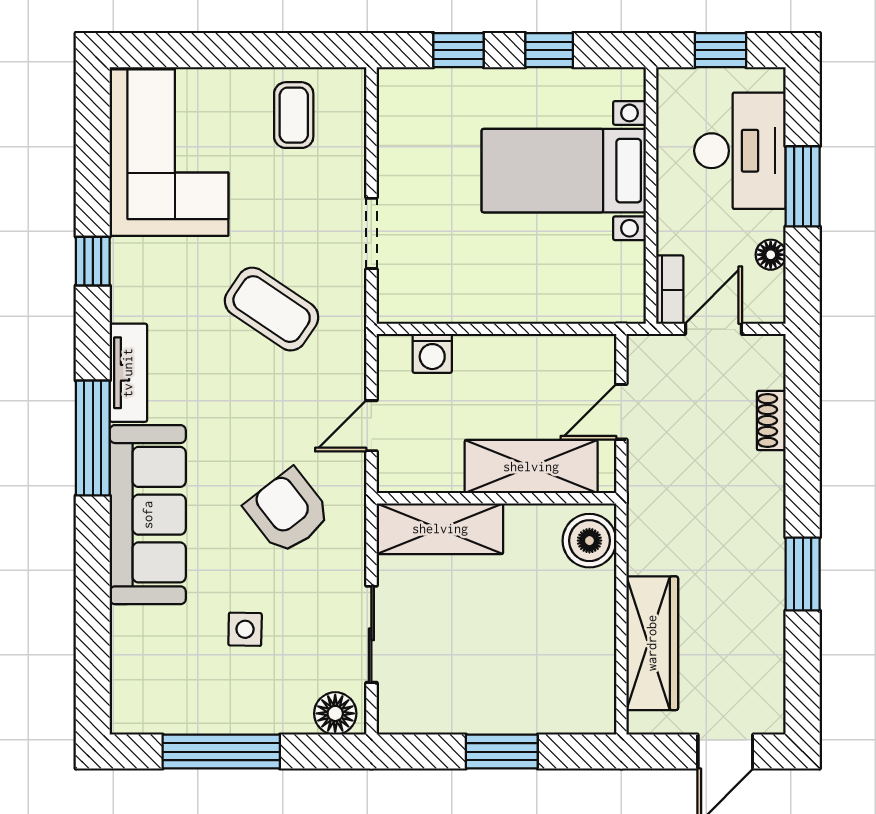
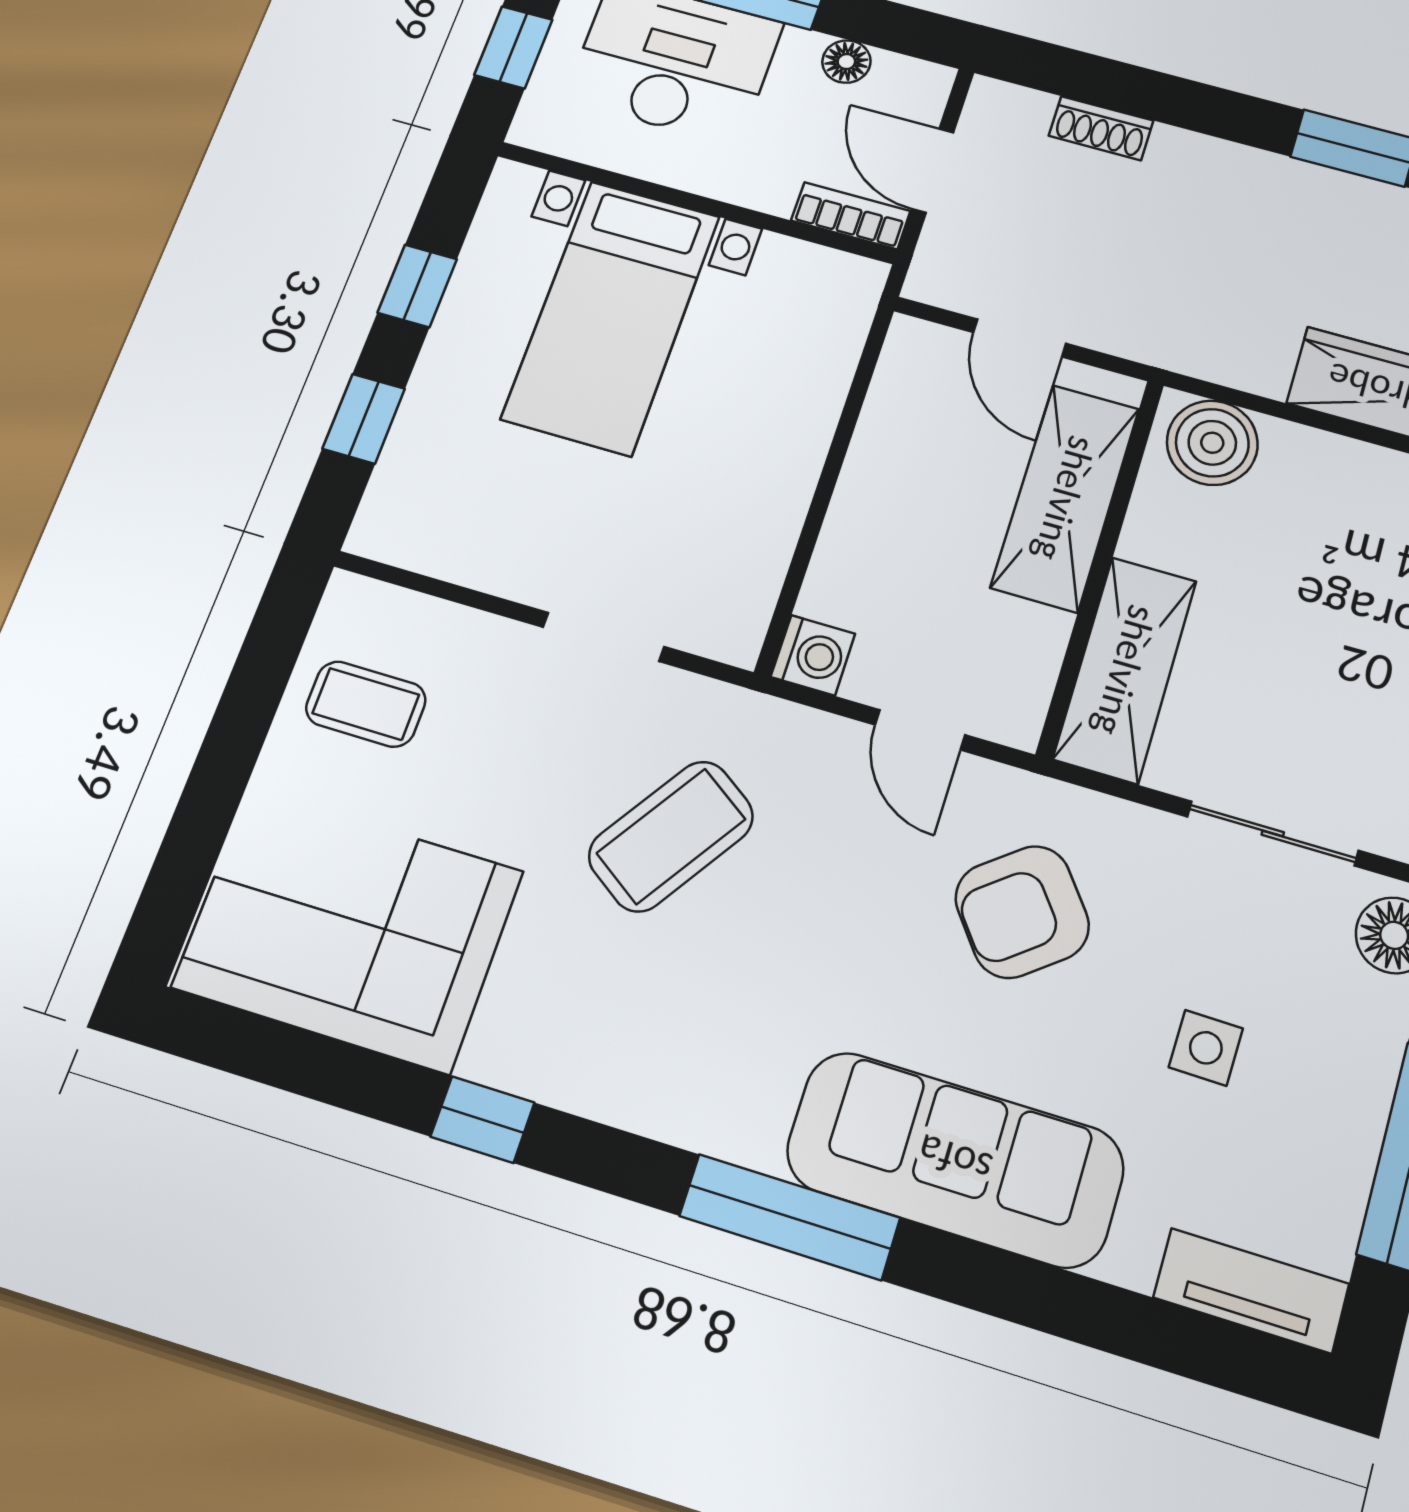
washing machine: (432, 353) -> (813, 655), moved
tv unit: (128, 373) -> (1251, 1291), moved

